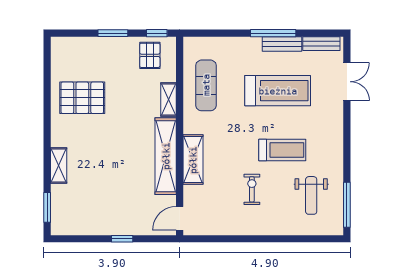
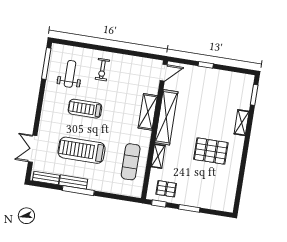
pallet: (150, 55) -> (166, 189), turned 90
pallet: (82, 98) -> (211, 151), moved
exercise bike: (252, 189) -> (102, 70), moved

